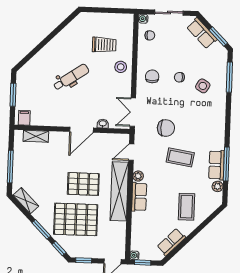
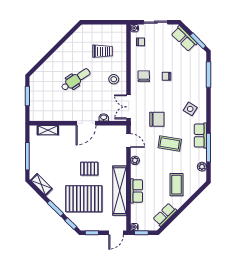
stool: (121, 67) -> (114, 79), moved
side table: (203, 86) -> (190, 109), moved
filing cabinet: (24, 118) -> (38, 115), removed
door: (131, 152) -> (129, 141), swing flipped
row of seats: (216, 165) -> (200, 136), moved
pallet: (83, 184) -> (89, 169), width x0.67, depth x0.71
shelving: (119, 191) -> (120, 191), moved
row of seats: (139, 197) -> (136, 191), moved

